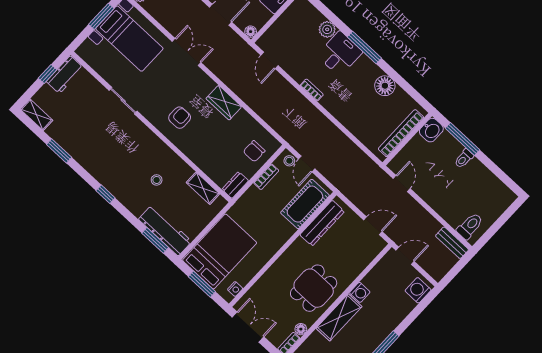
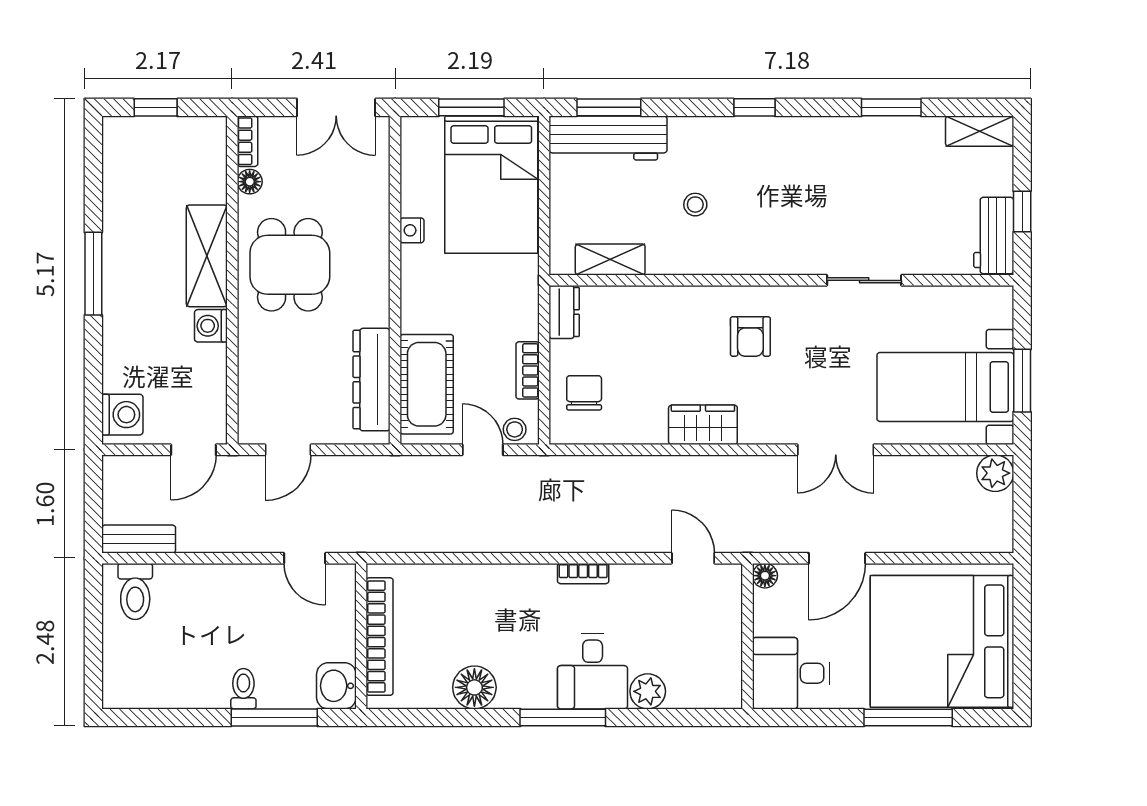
nightstand: (235, 289) -> (412, 230), moved

